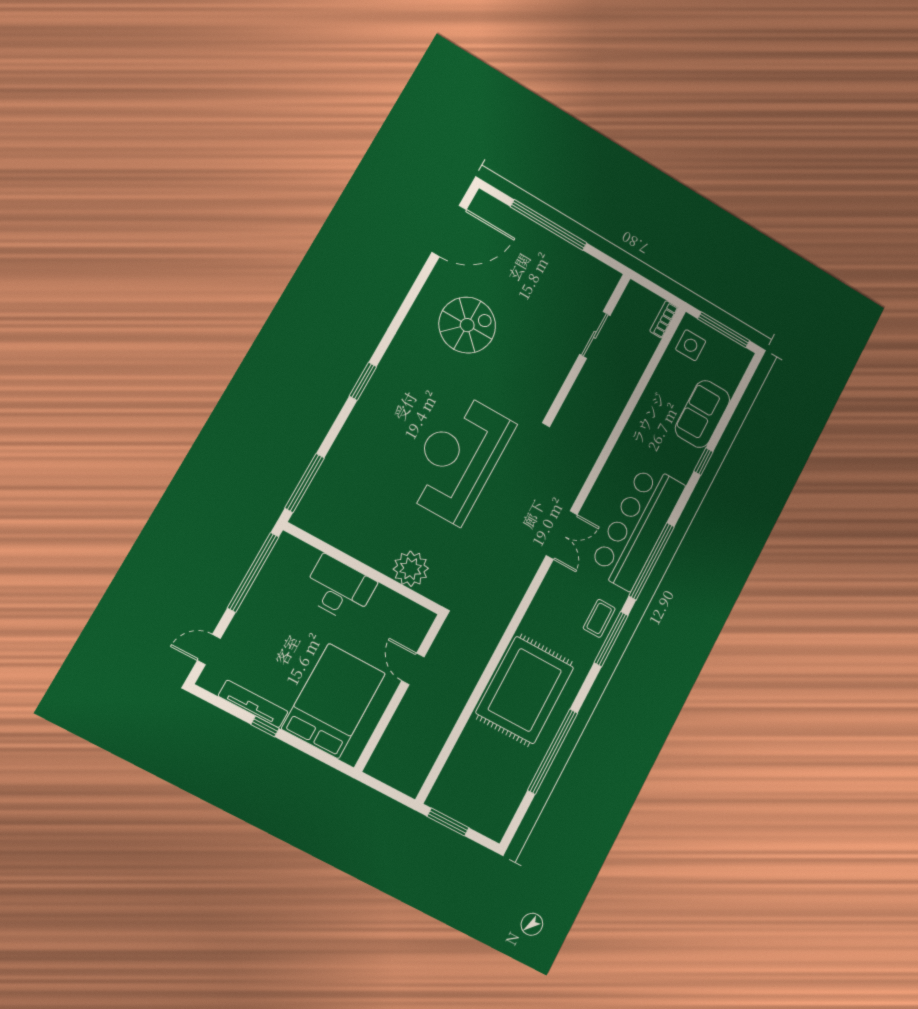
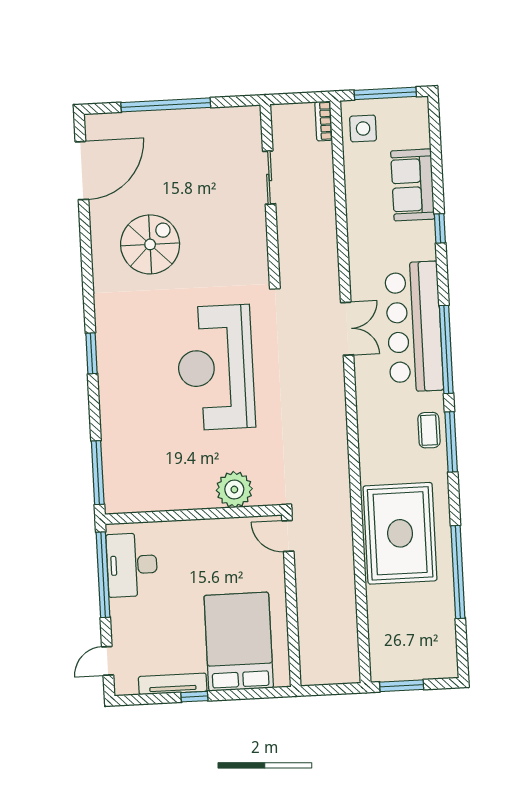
double door: (562, 535) -> (347, 329), moved
desk: (339, 589) -> (132, 565), moved, turned -90
door: (413, 669) -> (288, 536), moved

